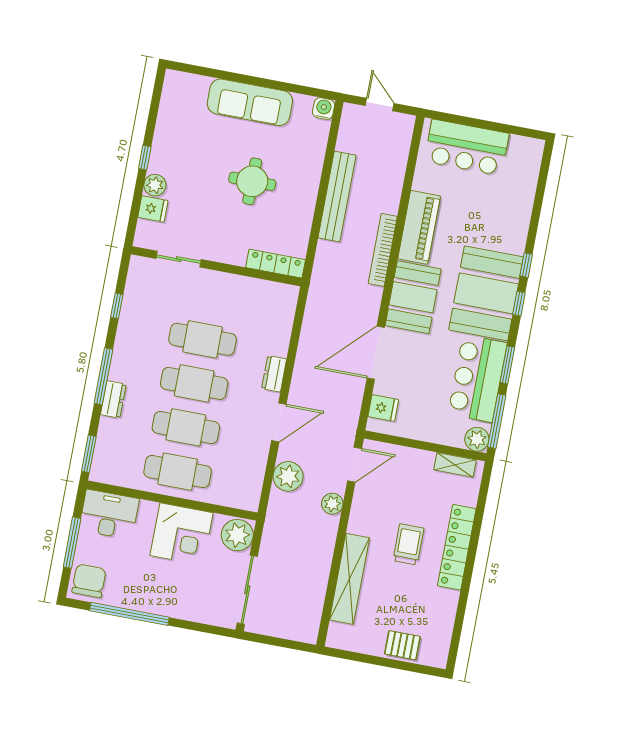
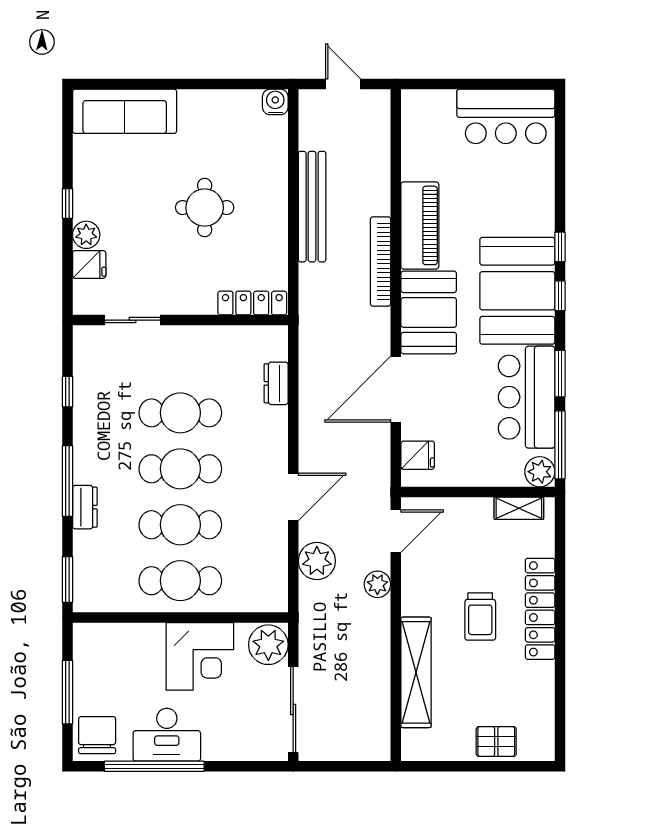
sofa: (250, 102) -> (125, 111), moved
bar counter: (467, 147) -> (506, 116), moved
dresser: (274, 374) -> (276, 383), moved
desk: (109, 514) -> (167, 735), moved, turned 180
trolley: (408, 544) -> (480, 616), turned 180

